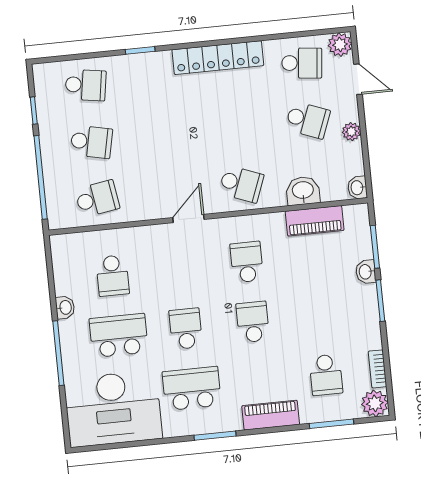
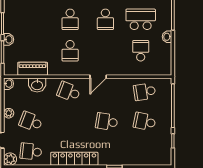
school desk: (86, 85) -> (107, 122), moved
school desk: (119, 335) -> (141, 19), turned 180

